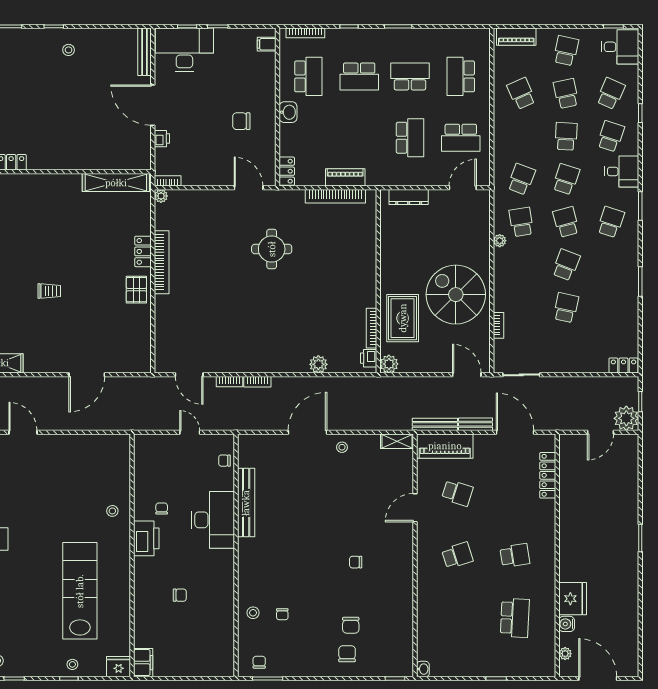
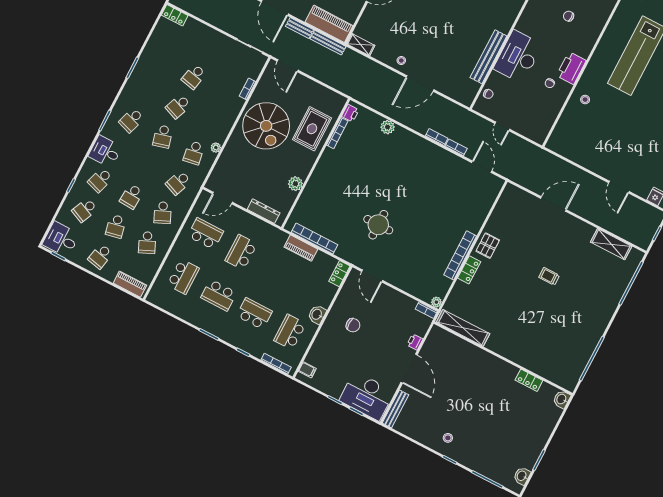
school desk: (566, 179) -> (163, 213), moved, turned -42
plant: (389, 364) -> (295, 184), moved

